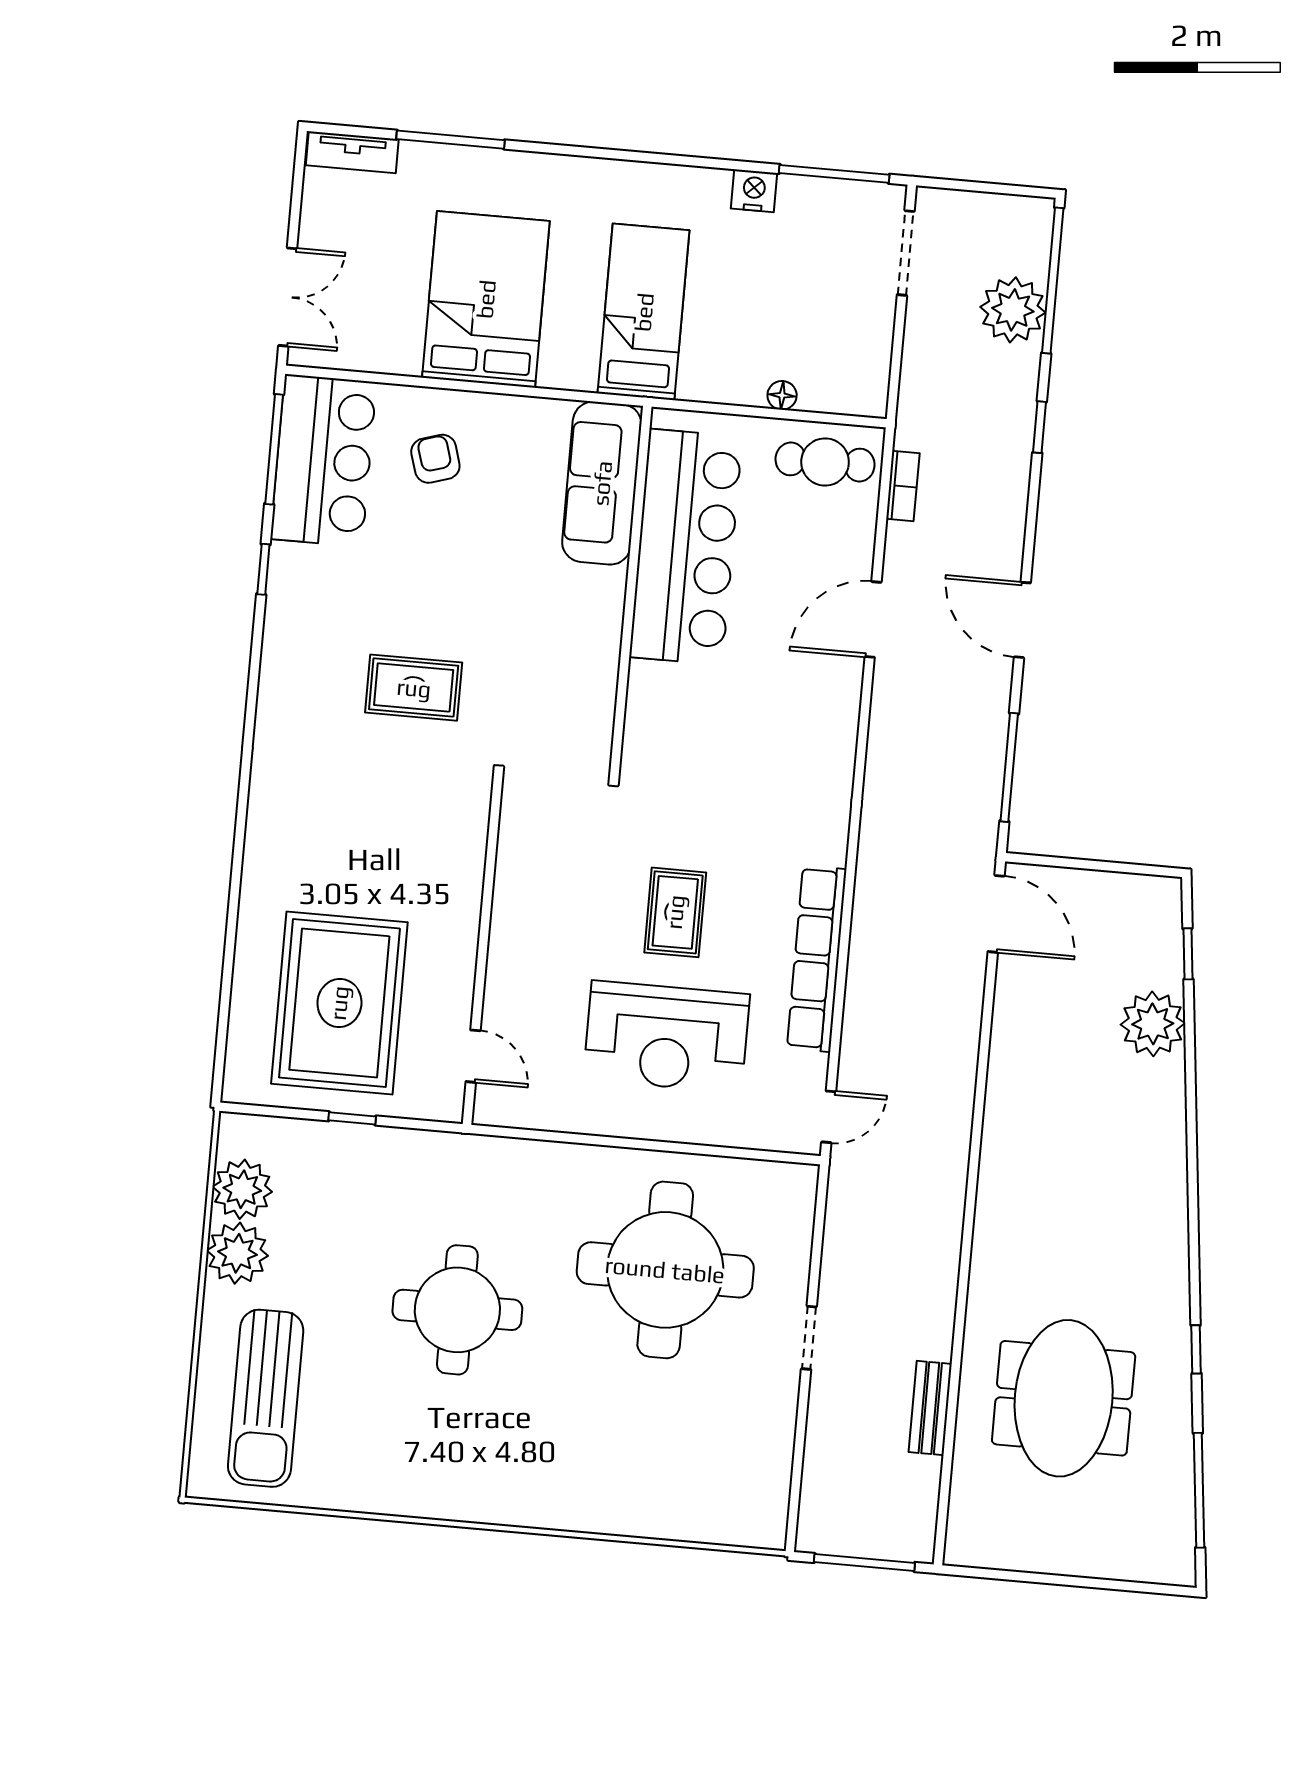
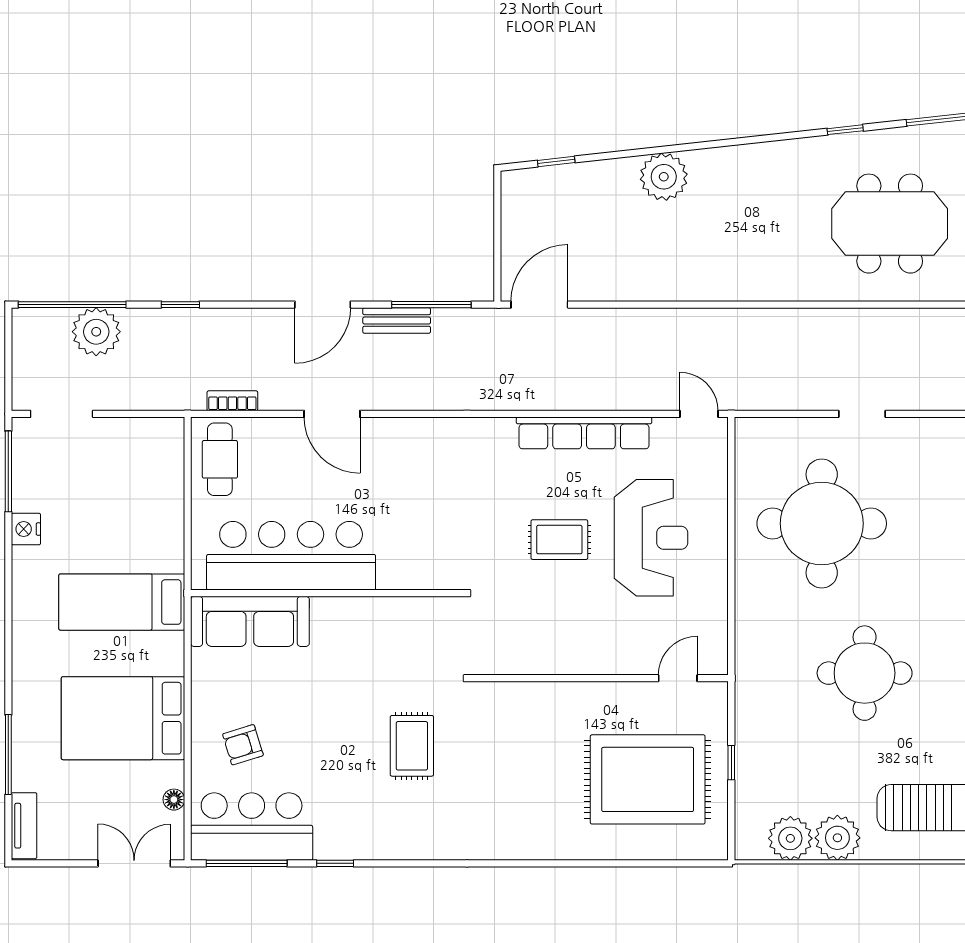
floor lamp: (782, 395) -> (174, 800), moved
plant: (1153, 1024) -> (664, 177), moved
bench: (930, 1408) -> (397, 320), moved

